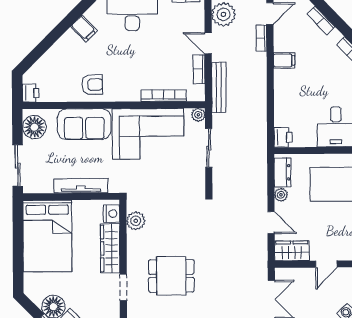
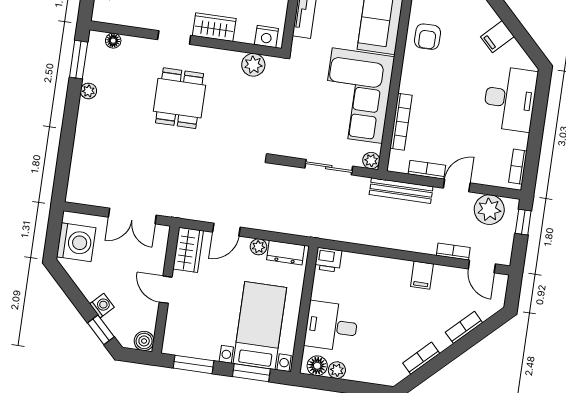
wardrobe: (110, 248) -> (214, 27), width x0.67

